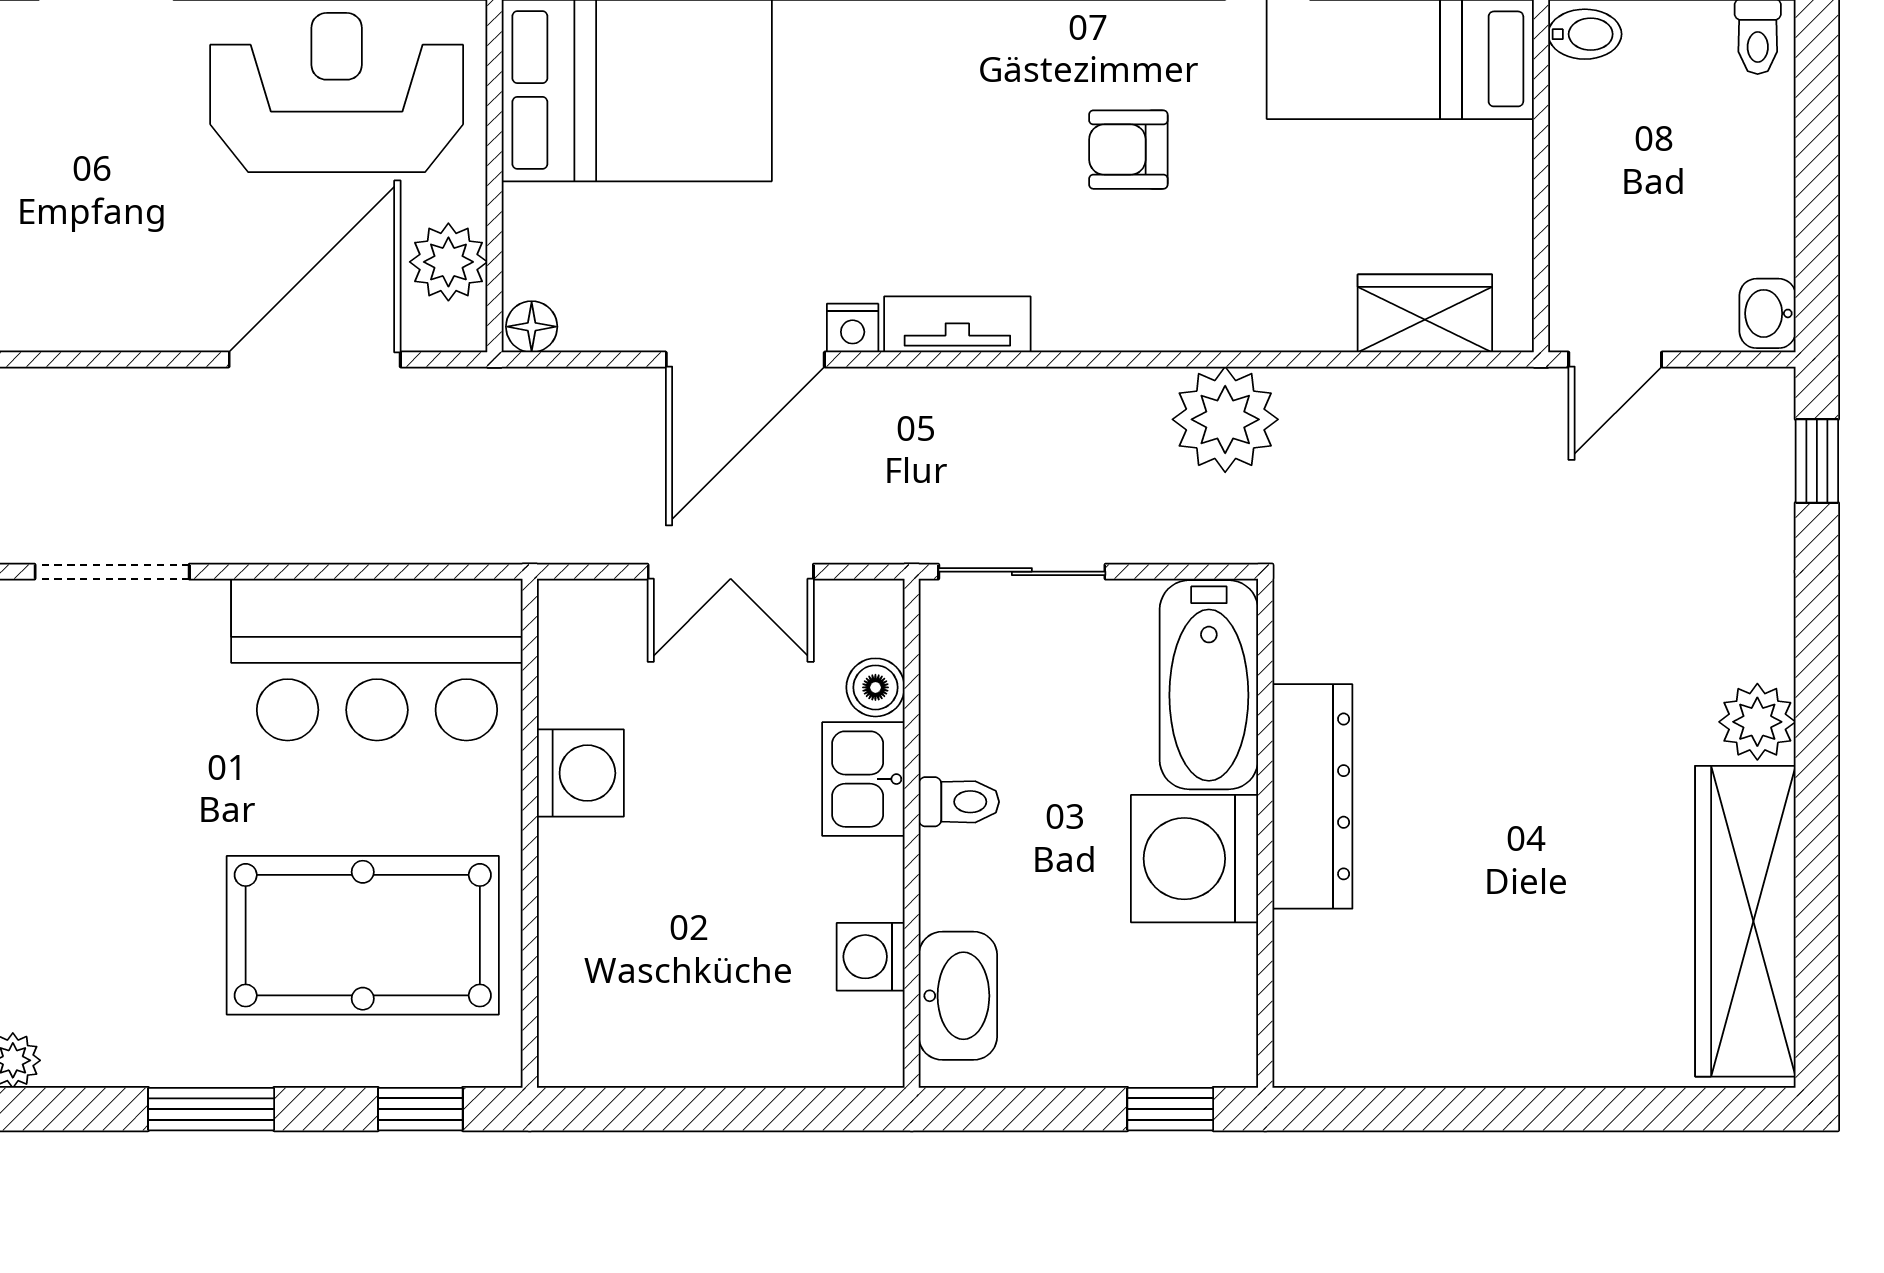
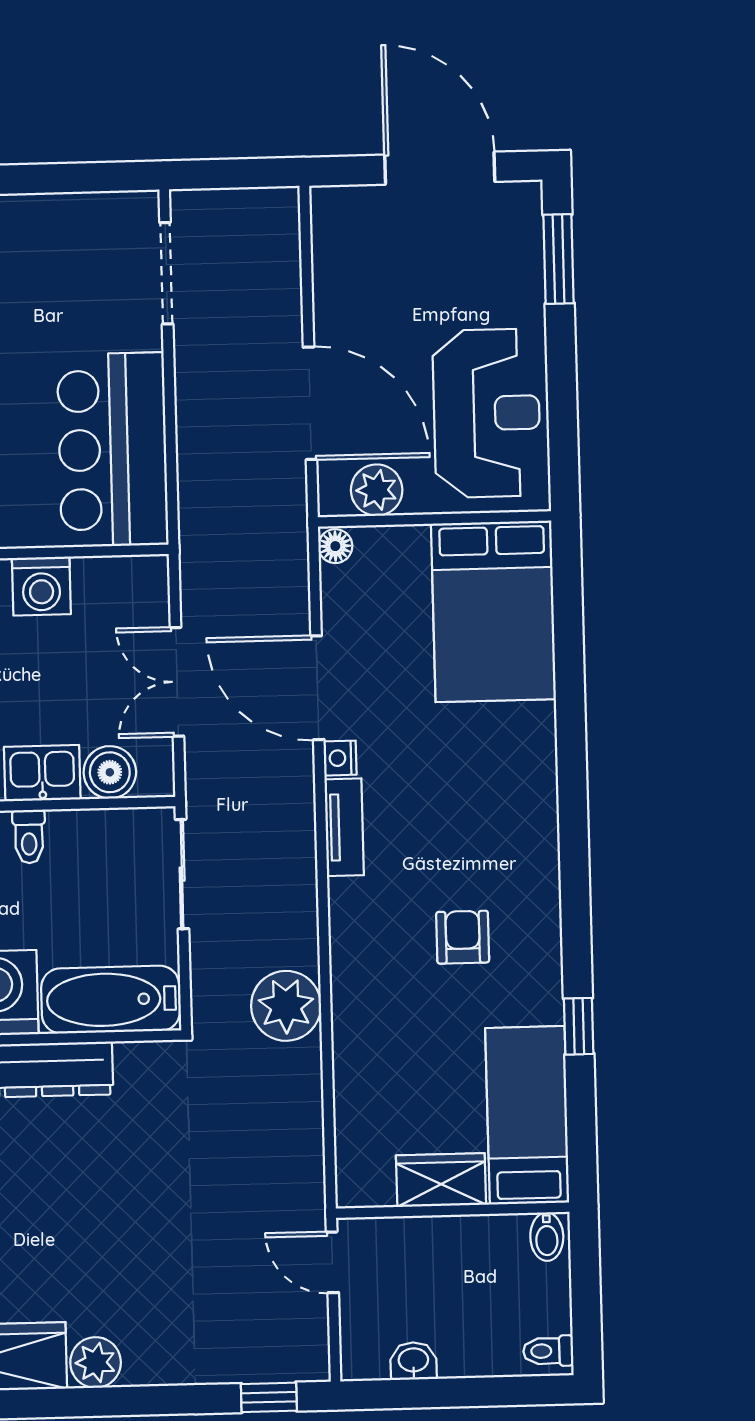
wardrobe: (1425, 313) -> (441, 1180), moved, turned -90
washbasin: (1768, 313) -> (413, 1361), moved
boiler: (875, 687) -> (110, 772), width x1.36, depth x1.36

